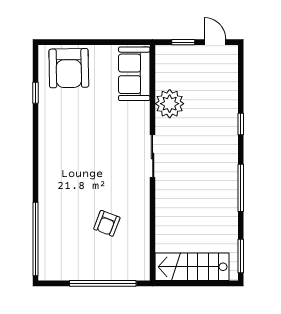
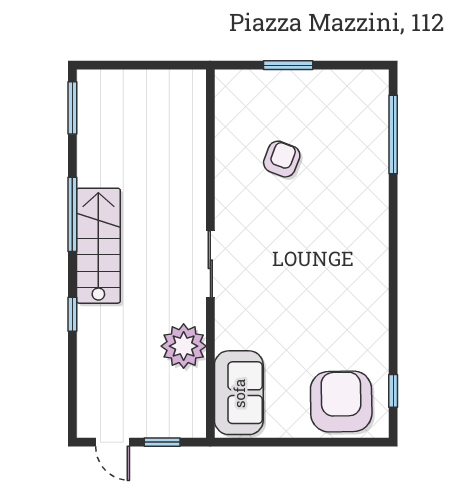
window: (36, 93) -> (393, 391), moved
window: (36, 239) -> (393, 135), width x0.68
stairs: (192, 267) -> (98, 246), moved, turned -90
window: (103, 283) -> (288, 65), width x0.47

